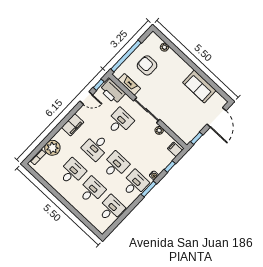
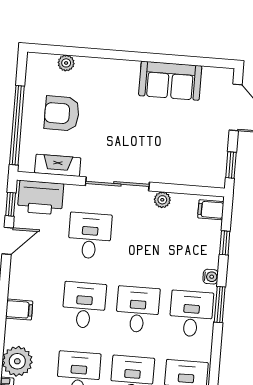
filing cabinet: (73, 125) -> (19, 310), width x0.50
desk: (96, 147) -> (84, 305), turned 180

